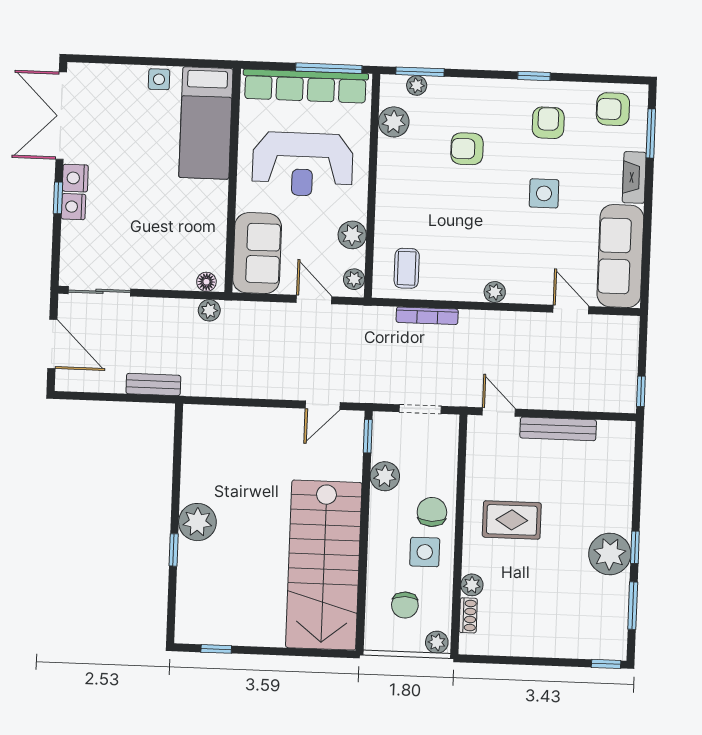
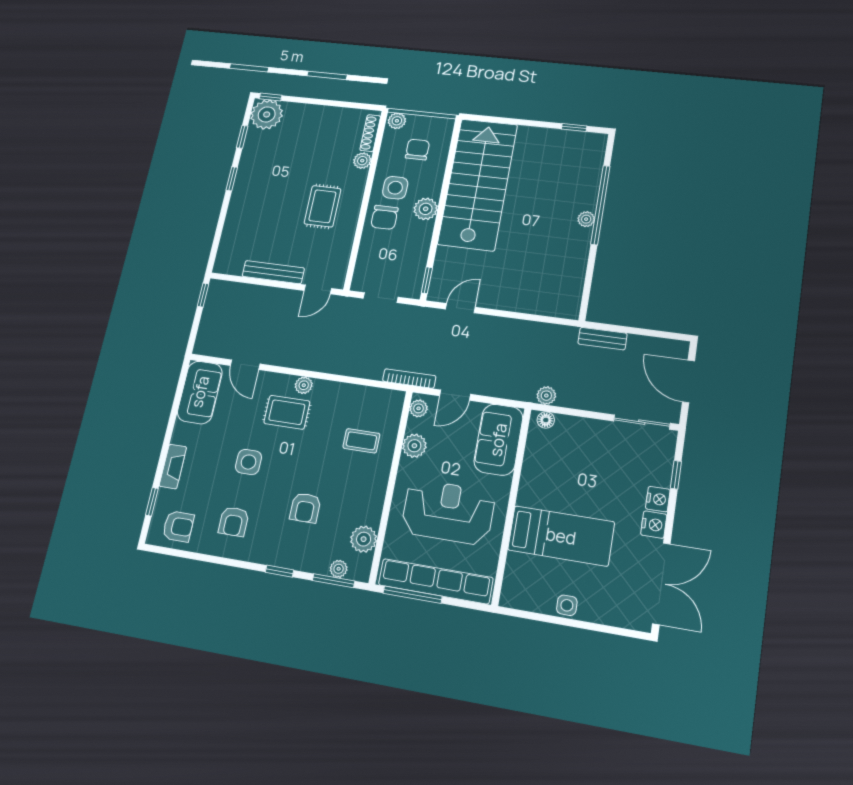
window: (534, 76) -> (279, 571), moved
bed: (206, 123) -> (561, 536), moved, turned 90
window: (651, 133) -> (152, 502), width x0.67
armchair: (467, 149) -> (305, 508), turned 90
window: (58, 198) -> (676, 475), moved
sofa: (620, 256) -> (200, 392), width x0.73
rug: (509, 257) -> (287, 412), added
coffee table: (407, 268) -> (361, 441), moved, turned 90
door: (314, 300) -> (455, 395), hinge flipped
bookcase: (427, 316) -> (409, 378), moved
door: (499, 412) -> (318, 289), hinge flipped
plant: (385, 476) -> (426, 209), moved
rug: (512, 520) -> (322, 206), turned 90
plant: (197, 522) -> (586, 219), width x0.53, depth x0.53
window: (174, 550) -> (600, 205), width x3.17
plant: (610, 554) -> (267, 114), moved
window: (633, 606) -> (242, 137), width x0.67
shoe rack: (468, 615) -> (370, 133), width x1.43

